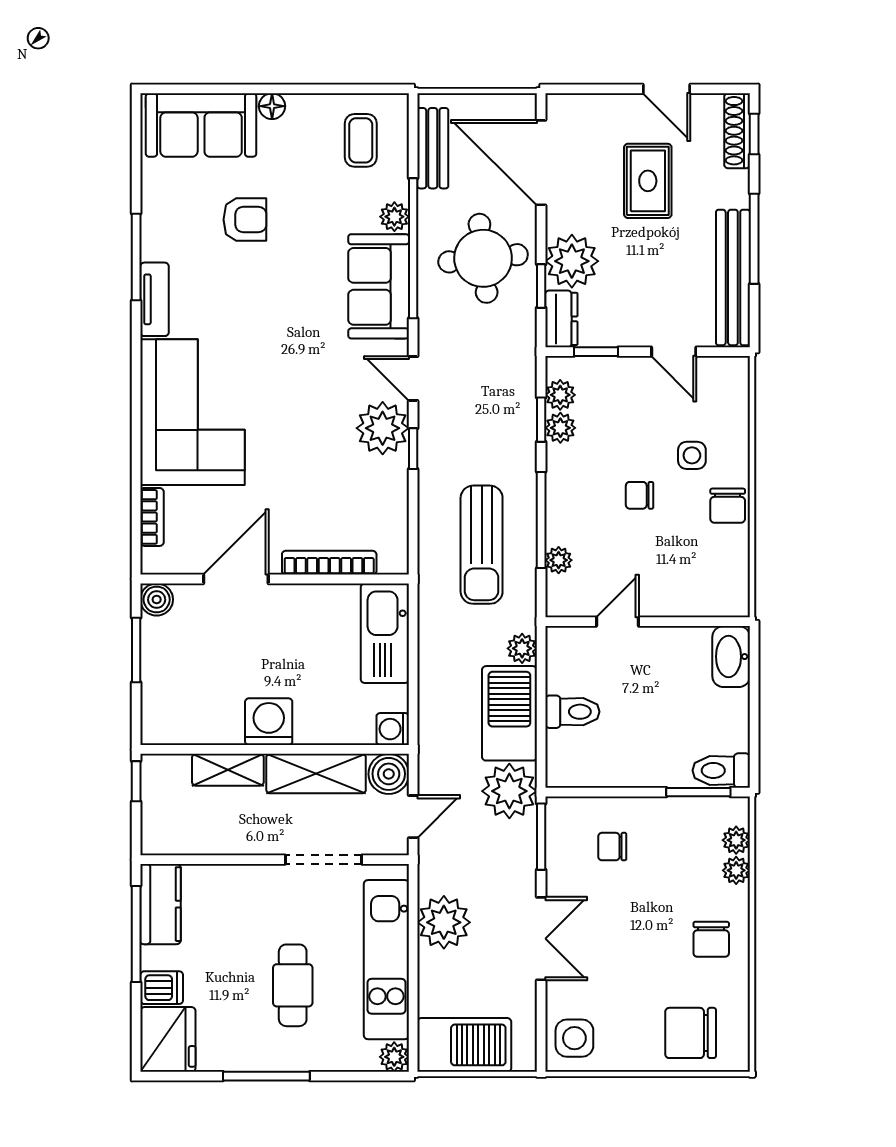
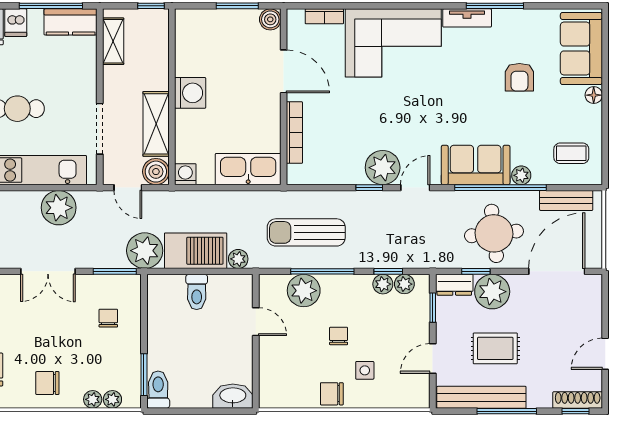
rug: (648, 181) -> (495, 348), moved
plant: (559, 560) -> (304, 291), width x1.88, depth x1.88
shelving: (228, 770) -> (113, 41), moved

